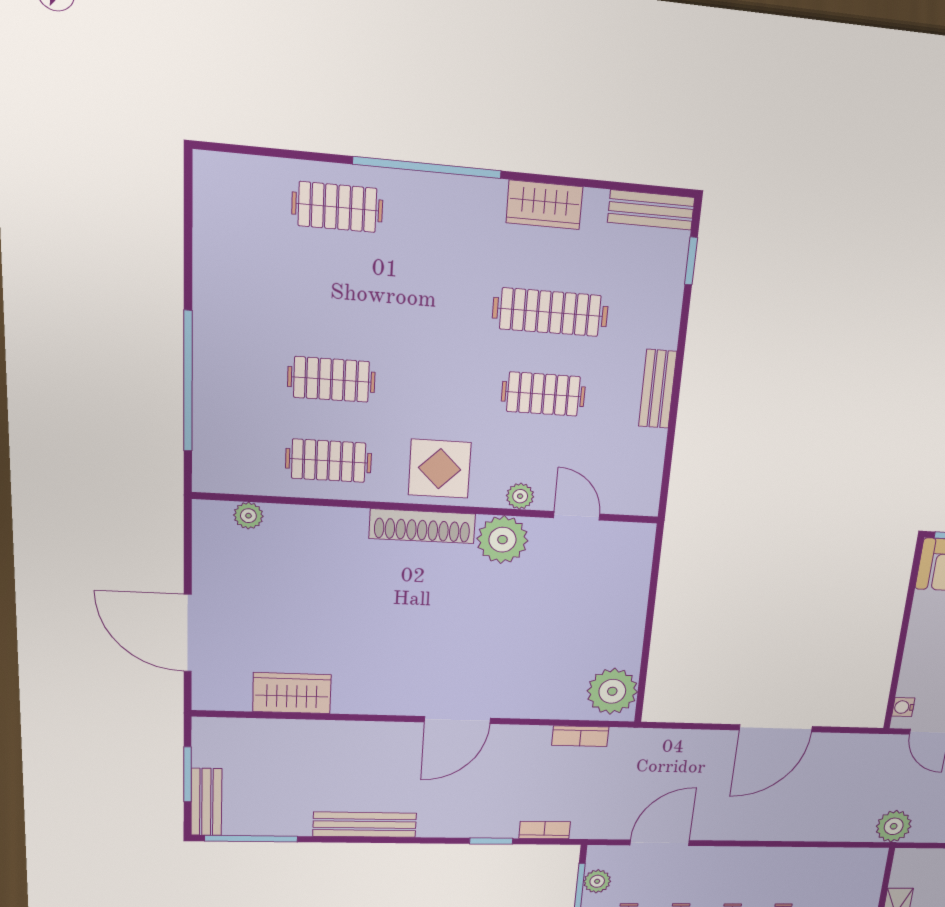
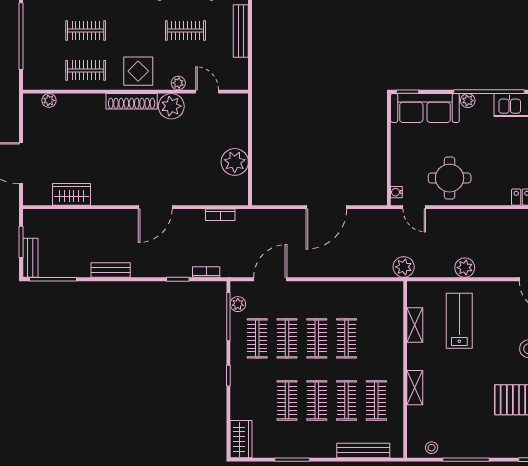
bench: (658, 389) -> (241, 31), width x1.36
plant: (612, 691) -> (235, 162), moved
bench: (365, 825) -> (111, 270), width x0.73

